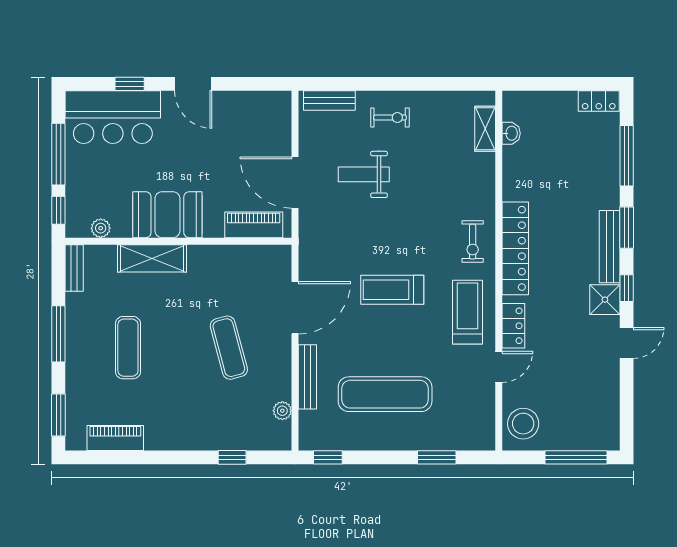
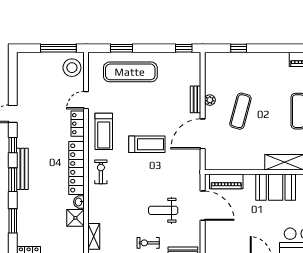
washbasin: (511, 133) -> (79, 202), moved
window: (627, 156) -> (13, 221), width x0.69
weight bench: (364, 174) -> (163, 210), turned 180
shower: (605, 300) -> (75, 218), moved
exercise mat: (229, 348) -> (240, 111), turned 30
bench: (307, 377) -> (195, 99), width x0.73
exercise mat: (385, 394) -> (130, 72), moved
plant: (282, 411) -> (210, 100), moved
window: (576, 457) -> (58, 48), moved

